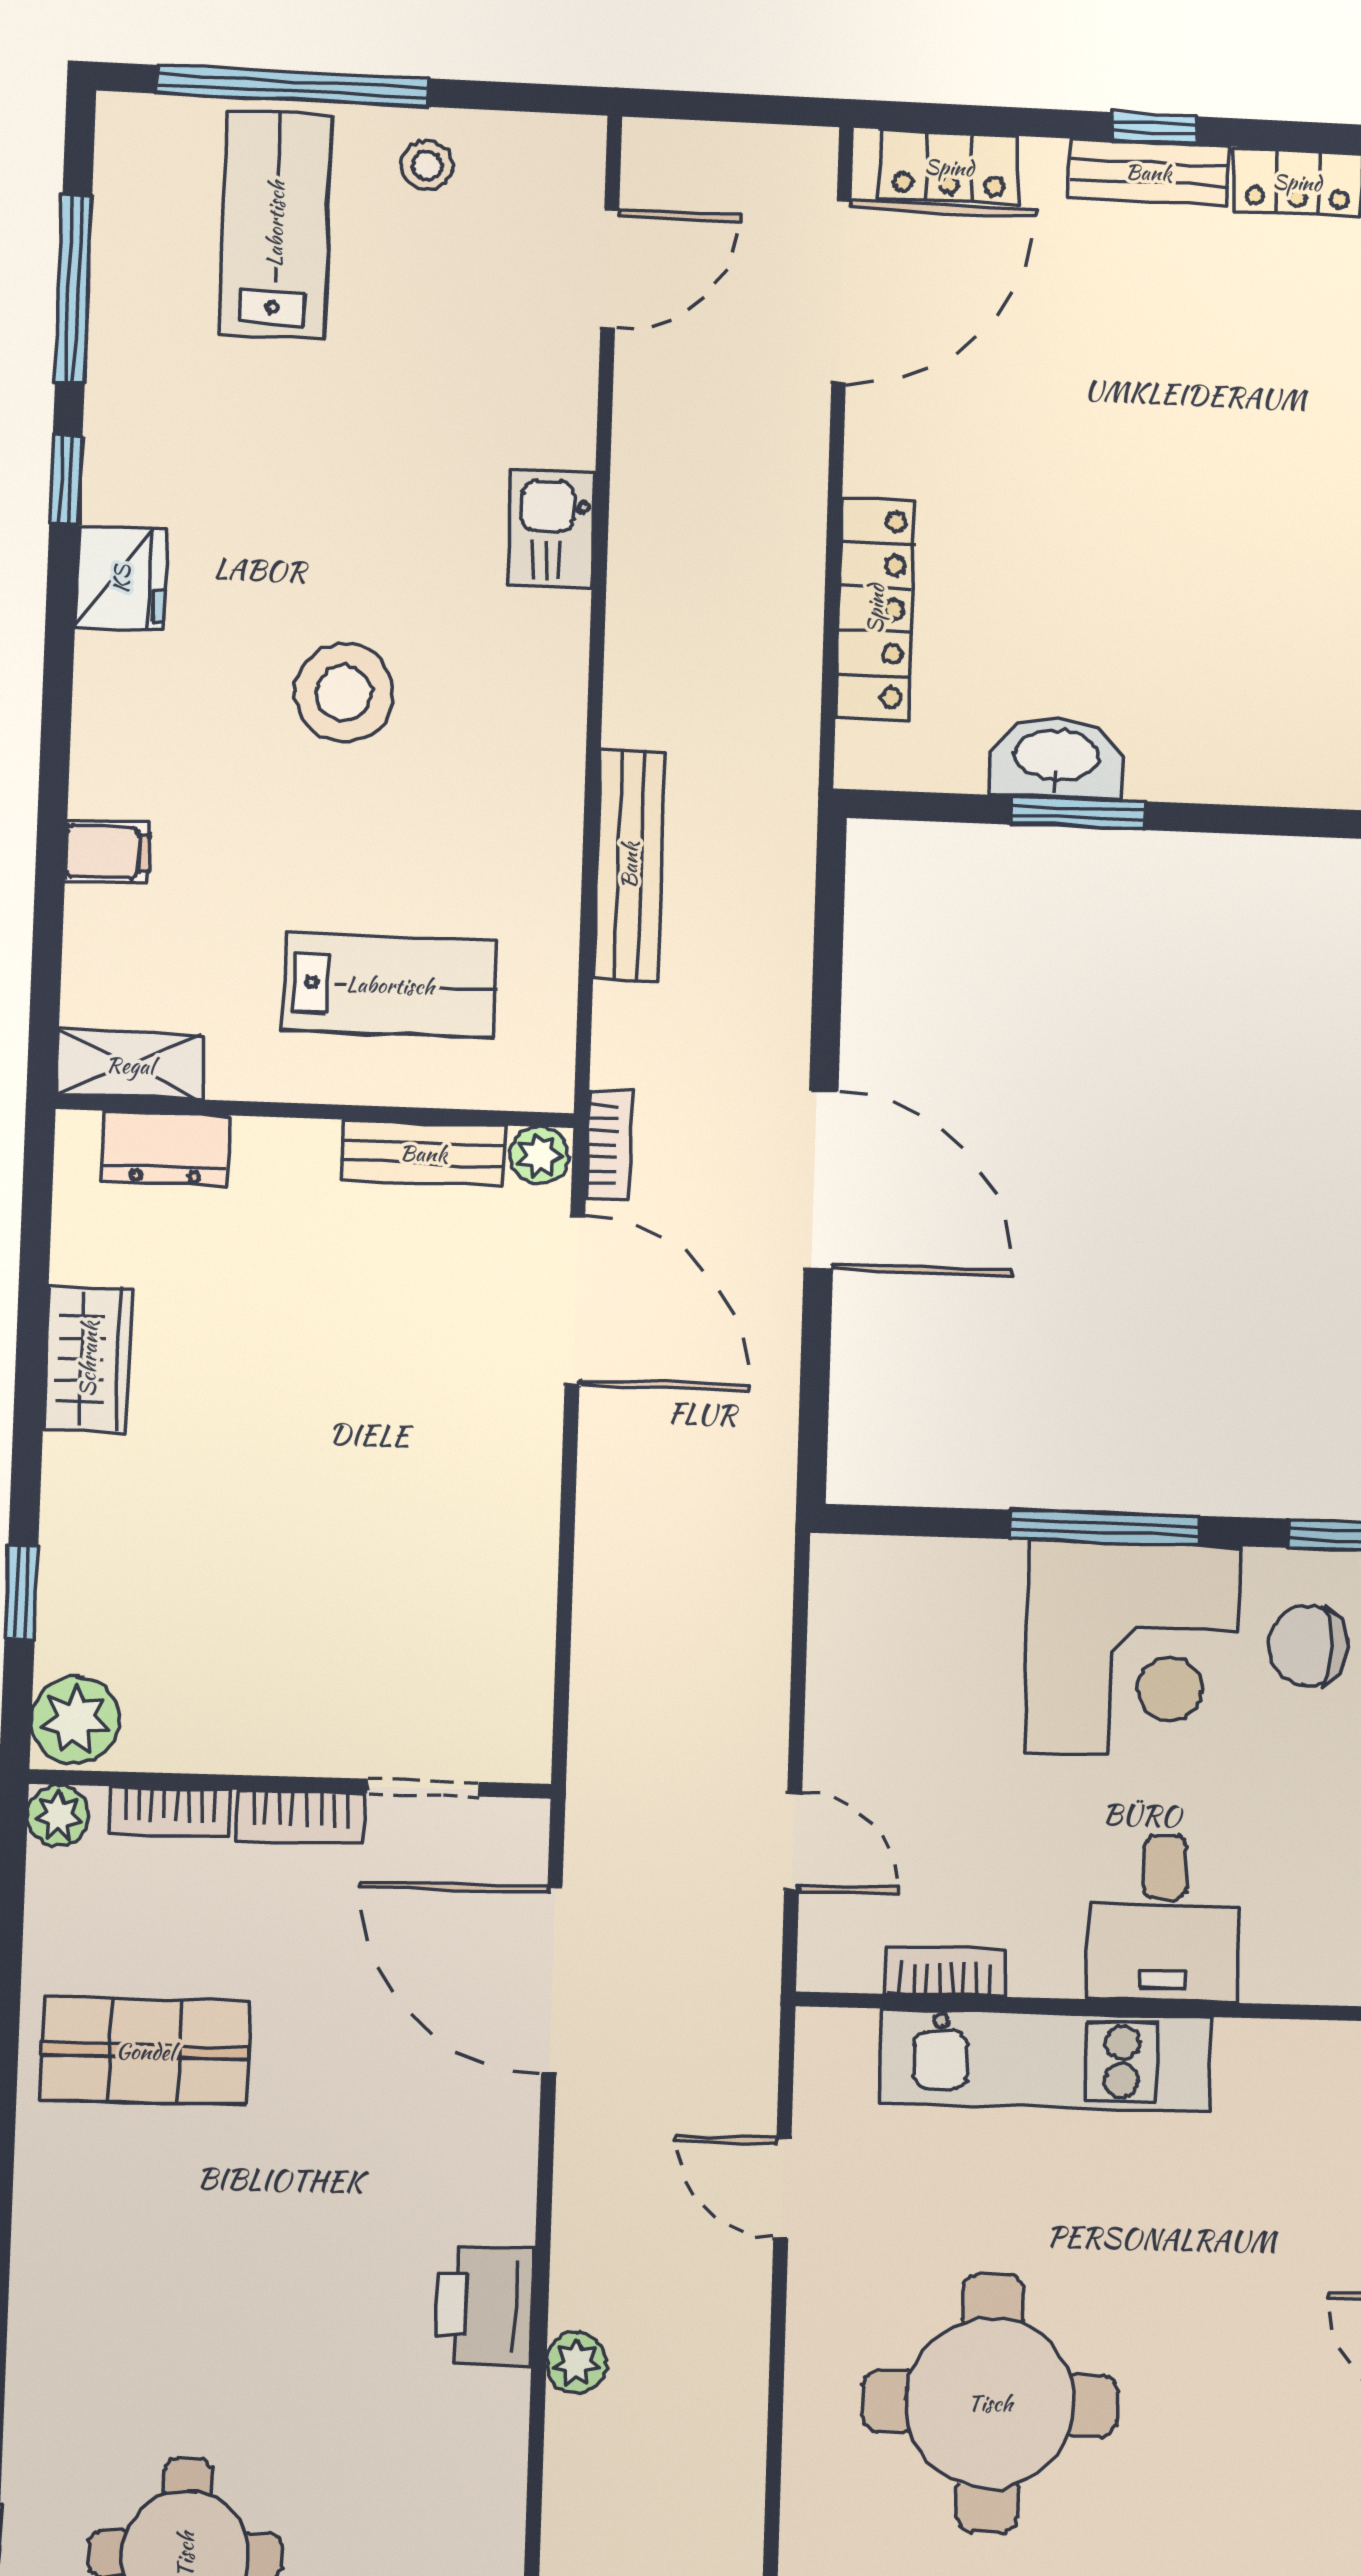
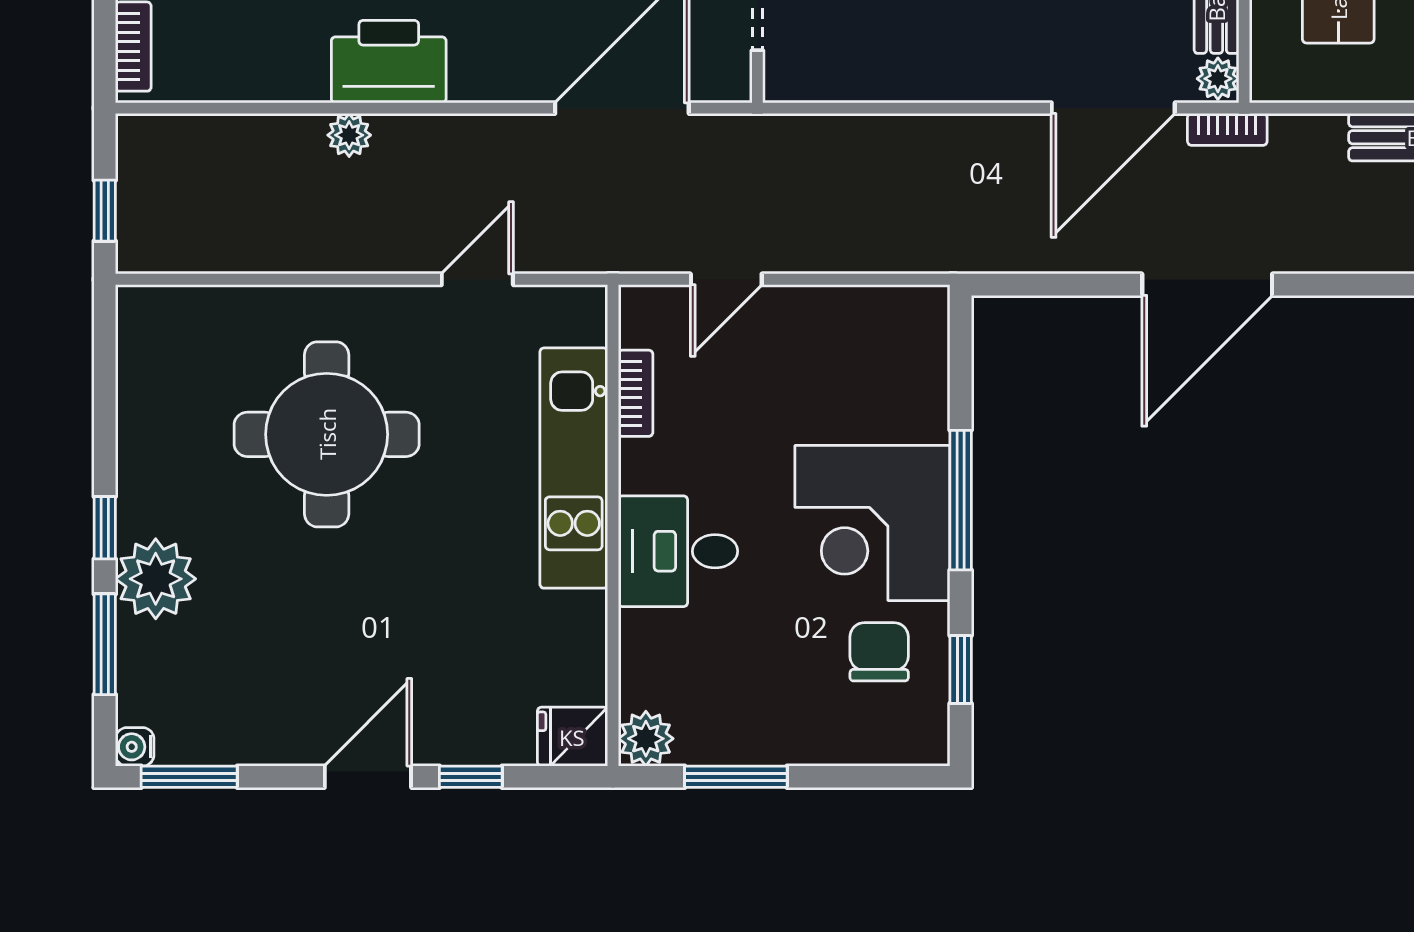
printer: (485, 2305) -> (389, 62), width x1.37, depth x1.19

